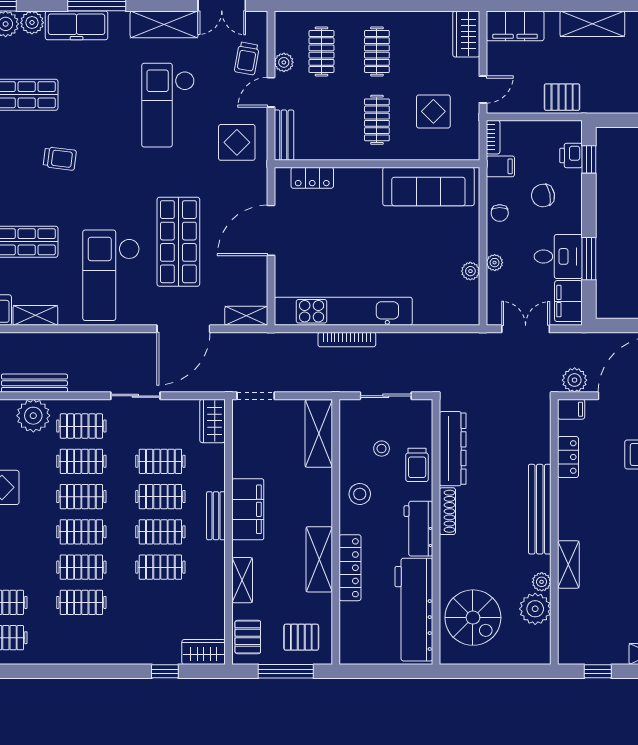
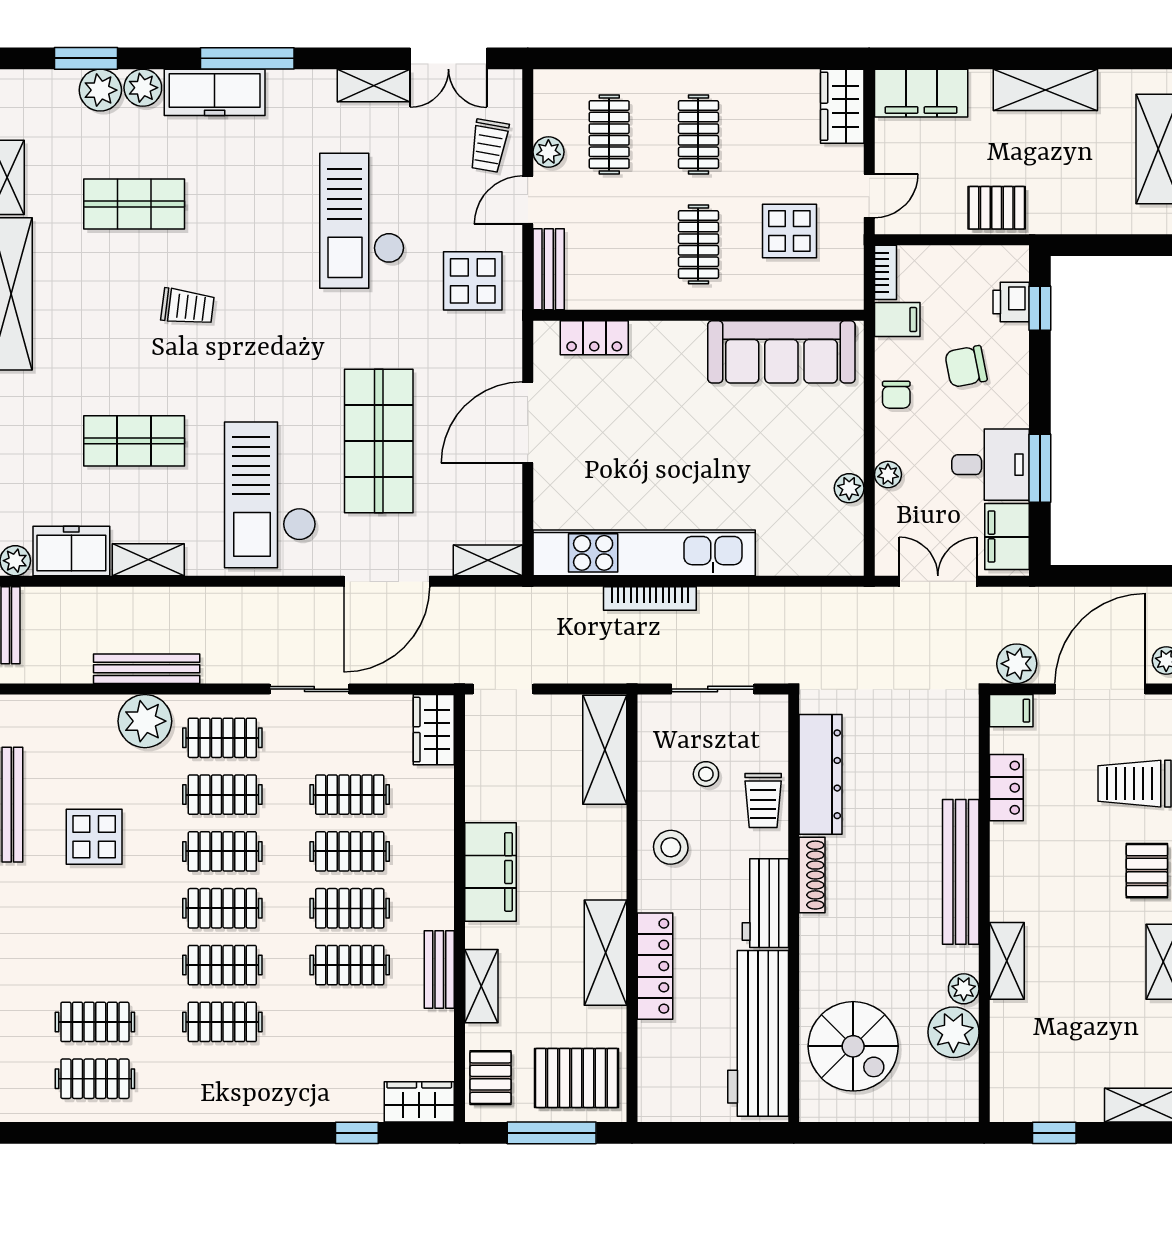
shelving: (164, 24) -> (374, 85), width x0.67, depth x0.75
bench: (216, 516) -> (439, 970), moved
pallet: (301, 637) -> (577, 1078), width x1.50, depth x1.42

